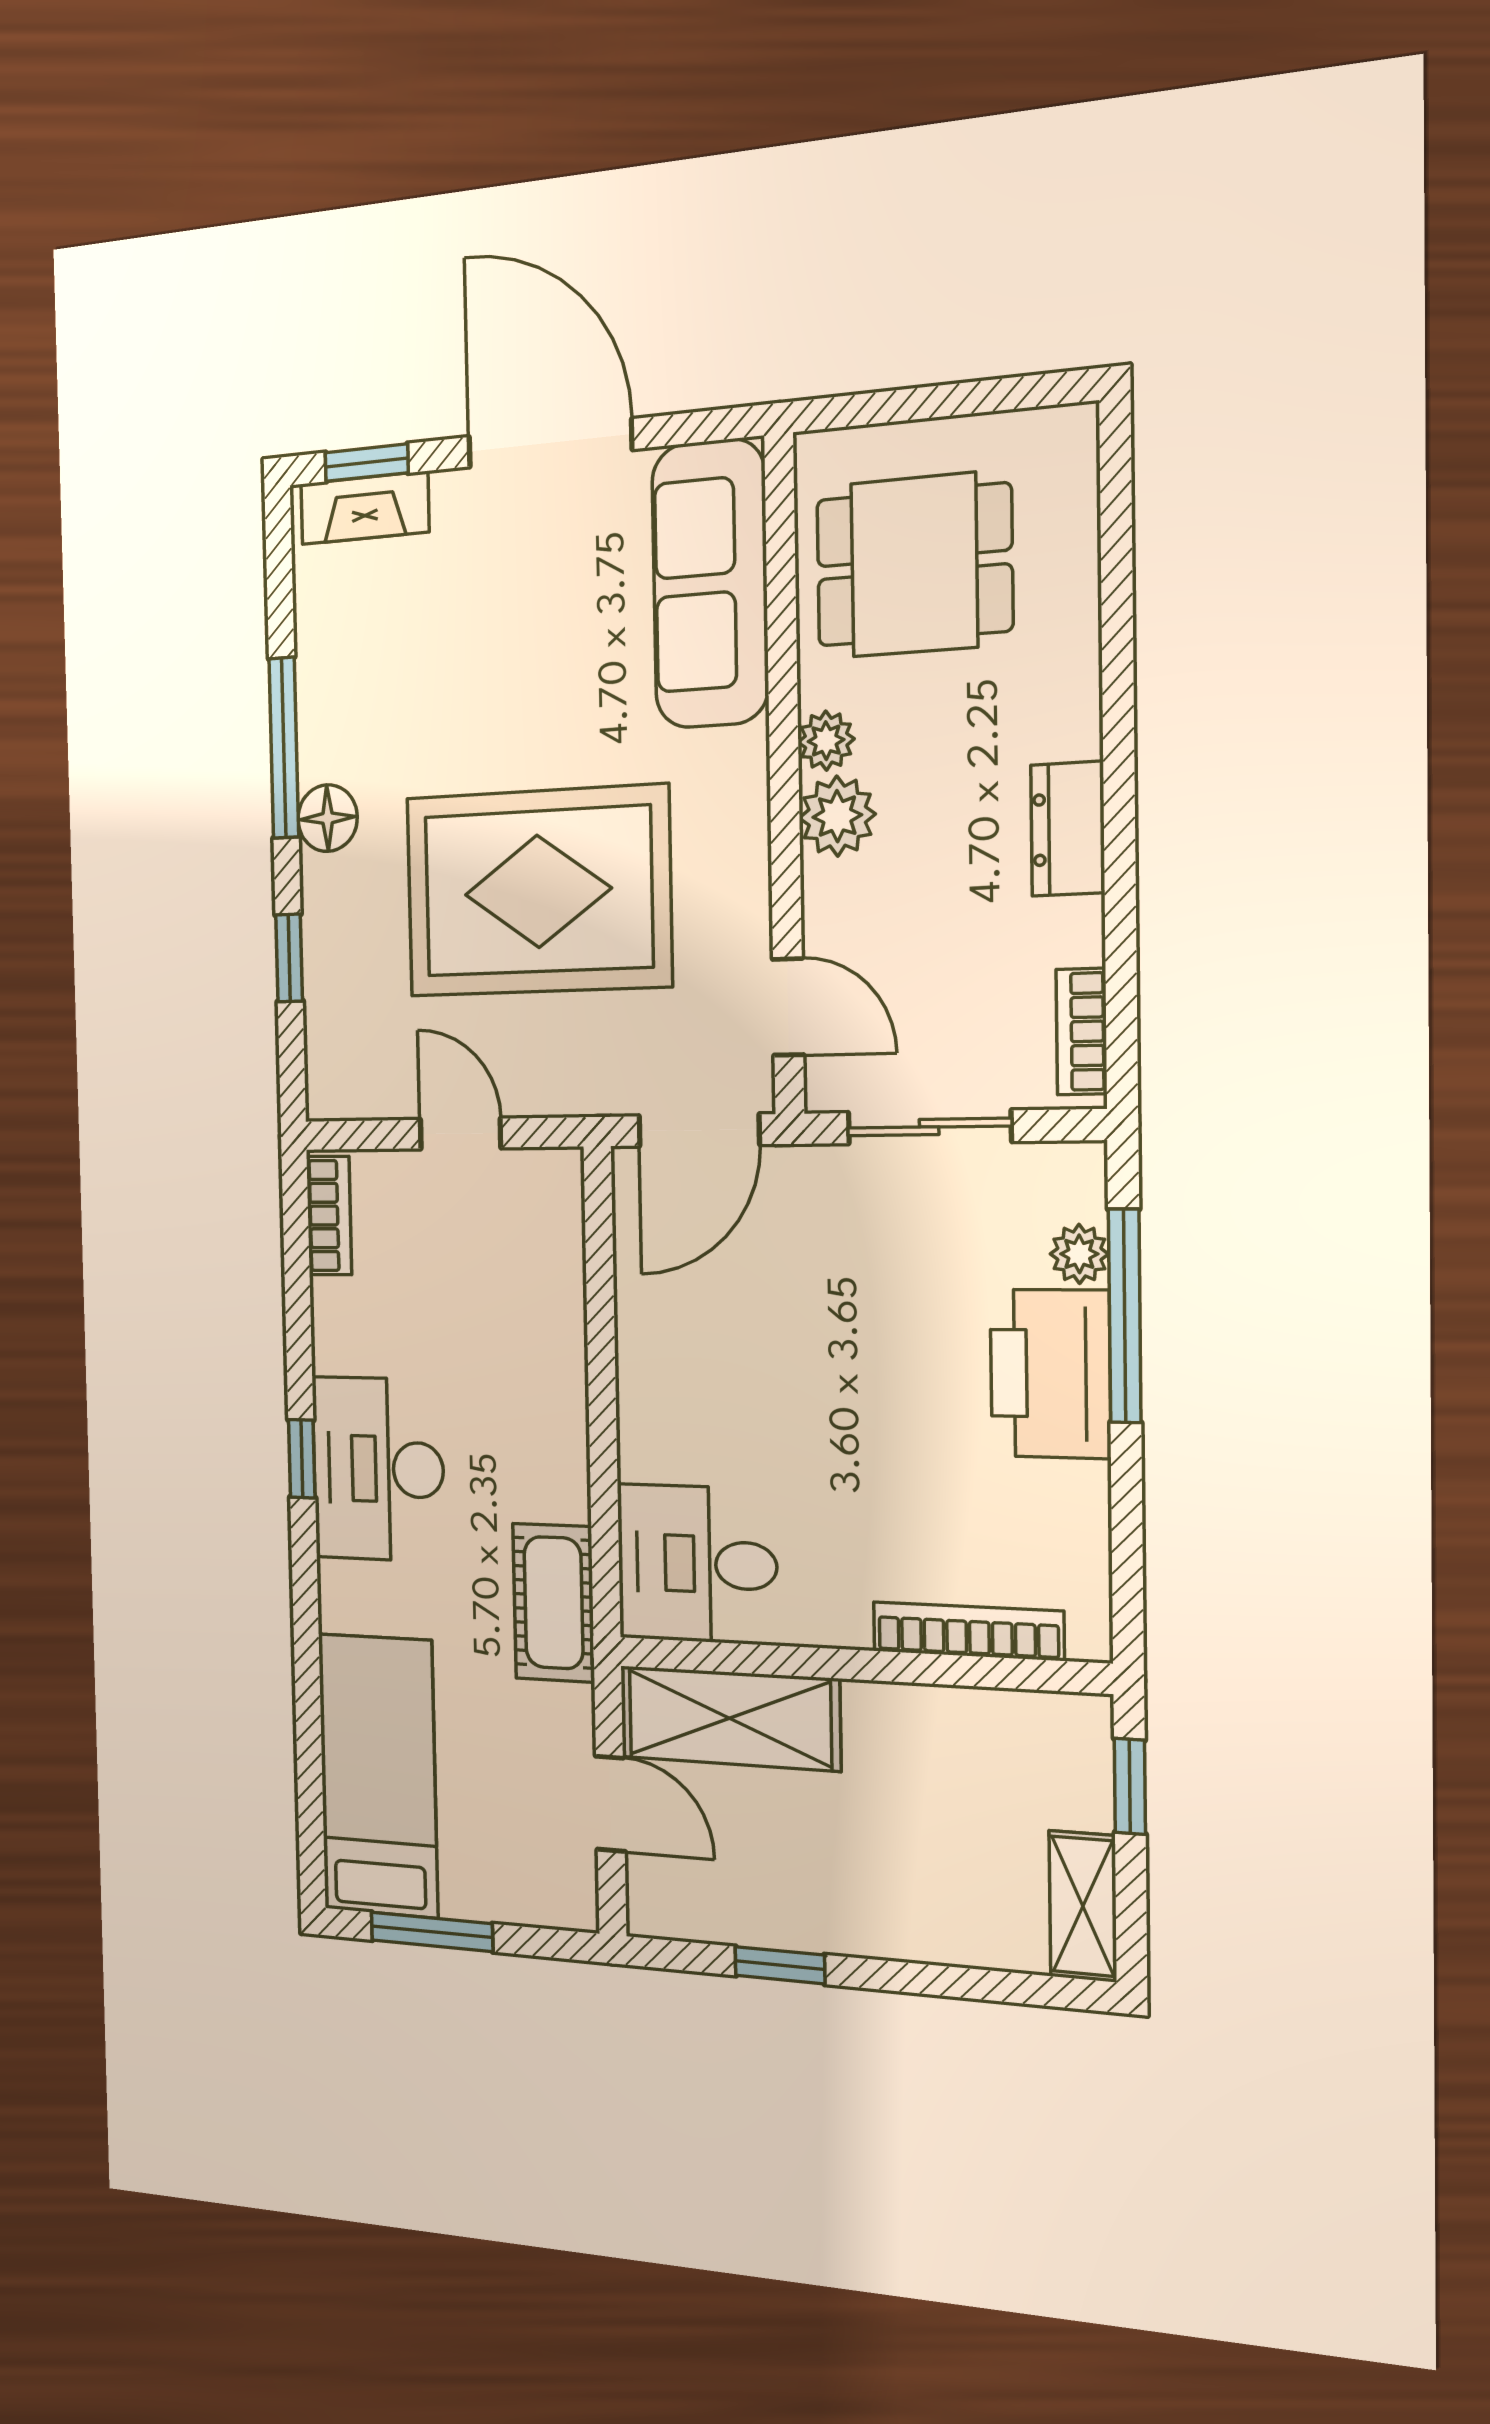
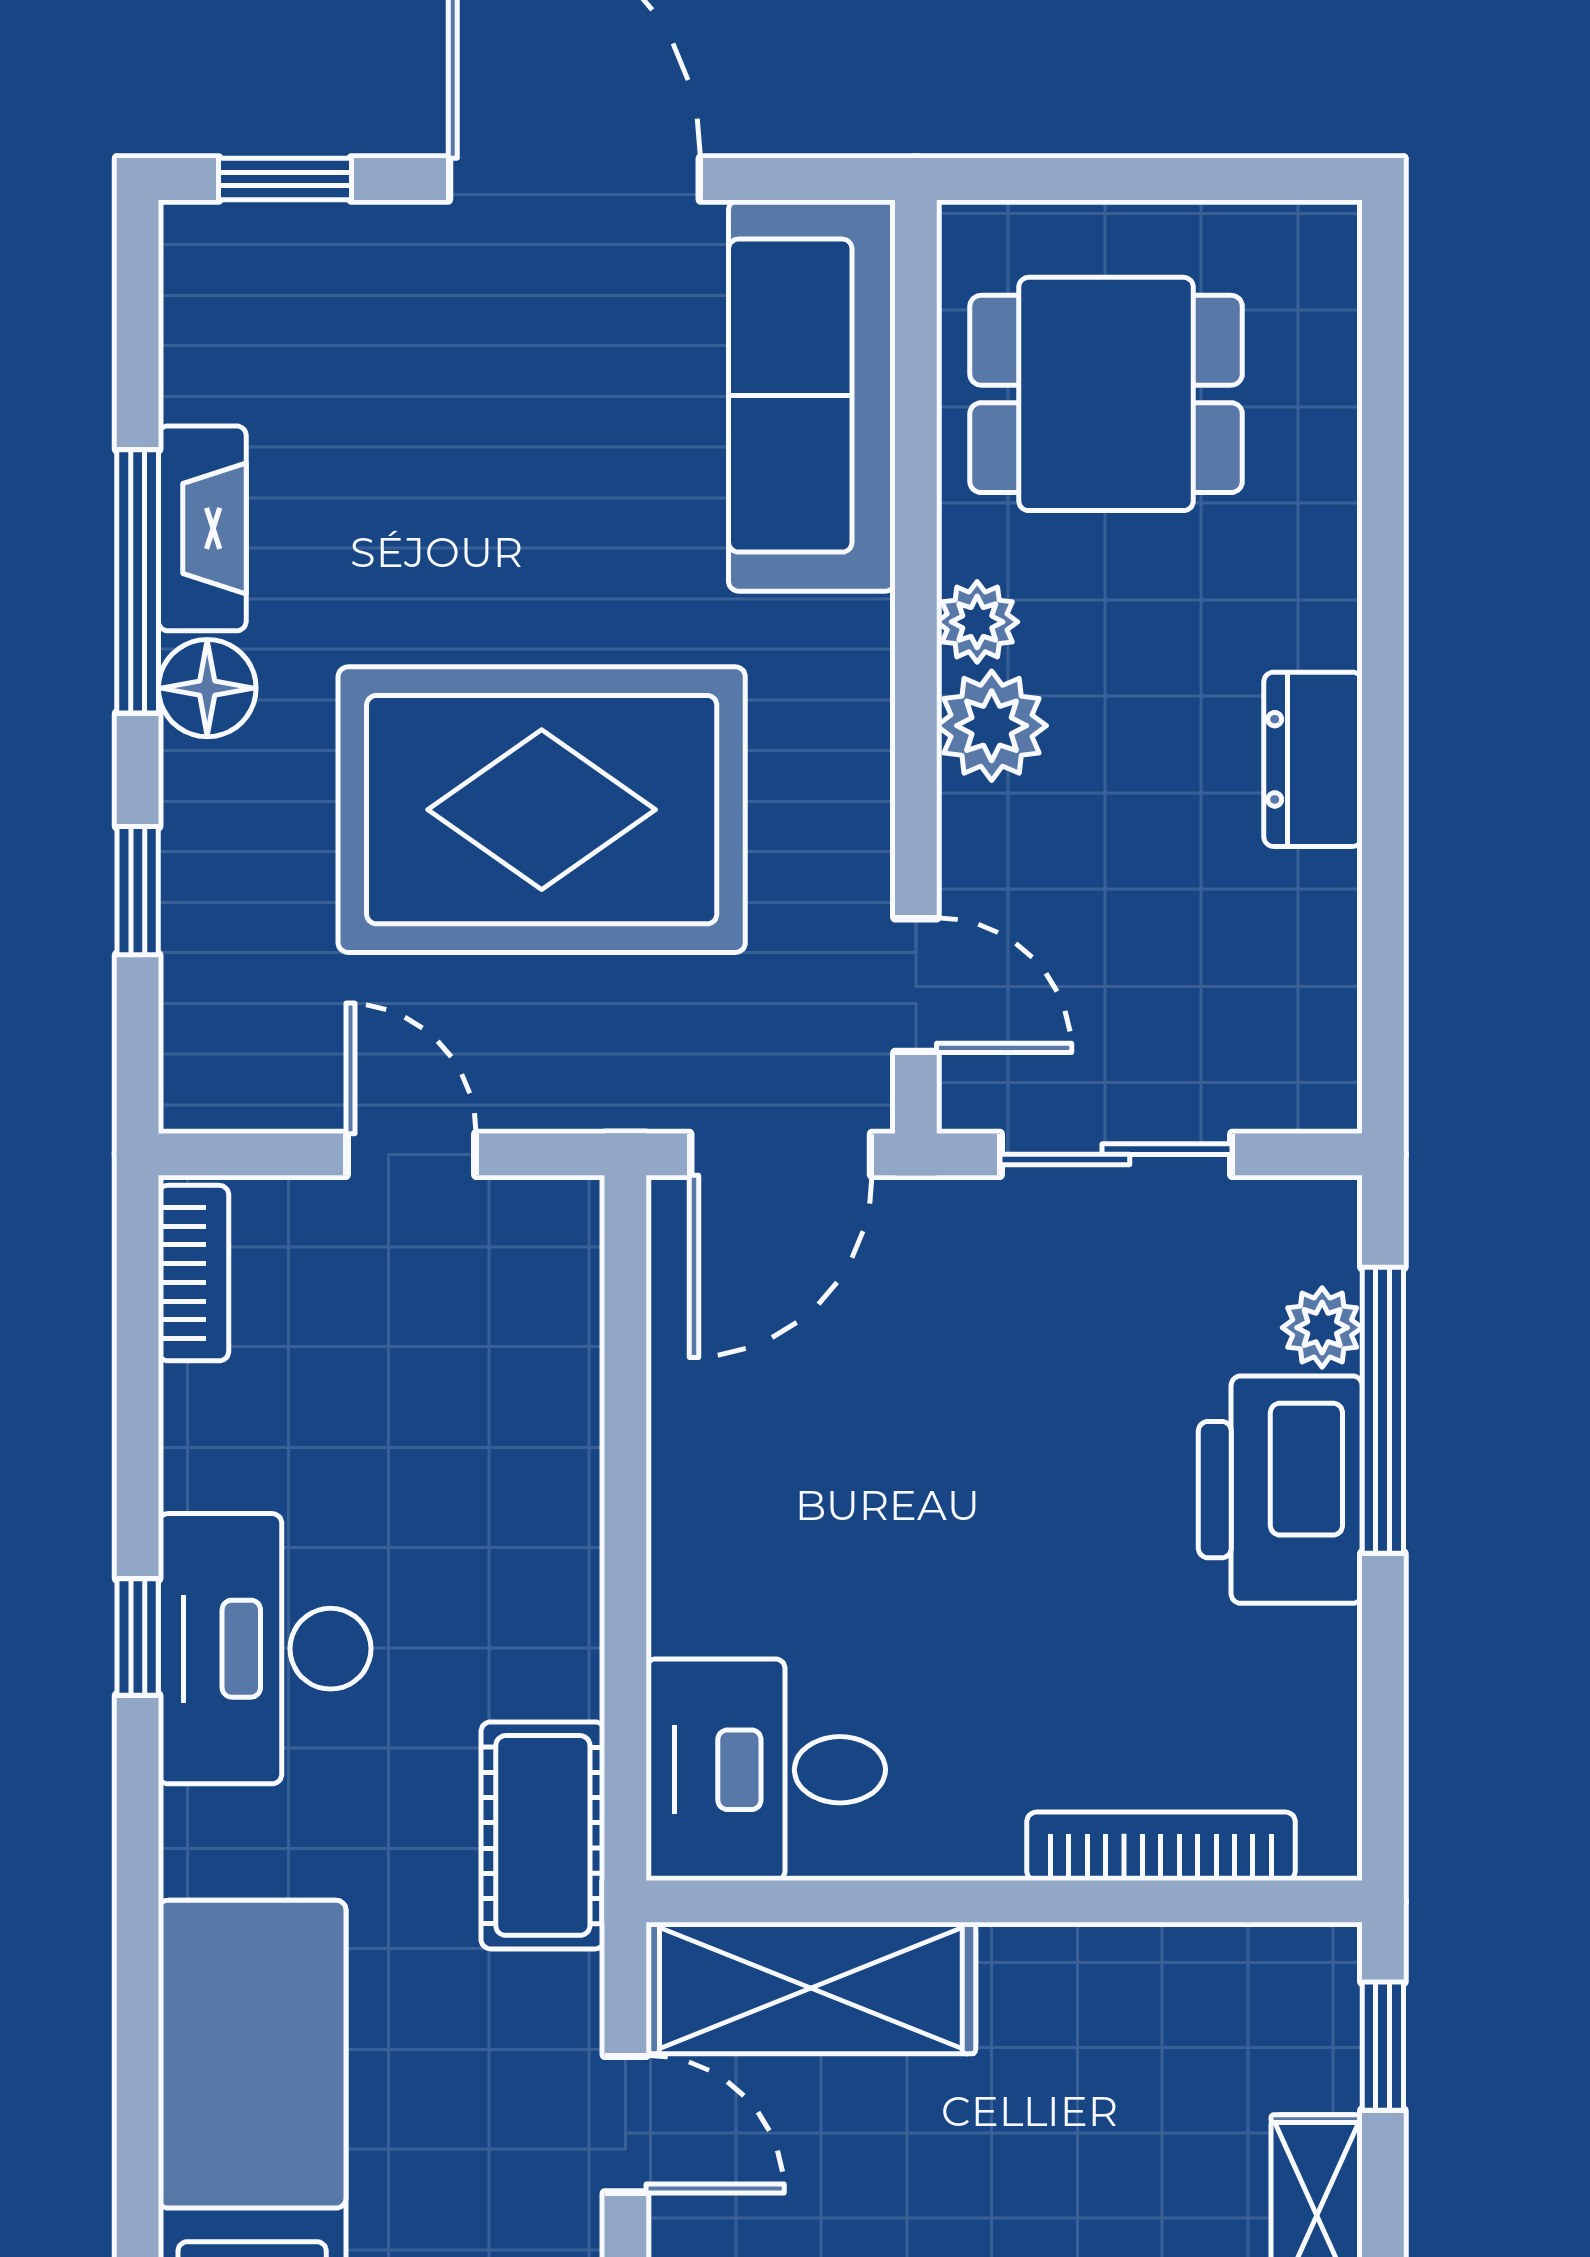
fireplace: (365, 508) -> (202, 528), moved, turned -90
bookcase: (1081, 1032) -> (1329, 1030), removed

